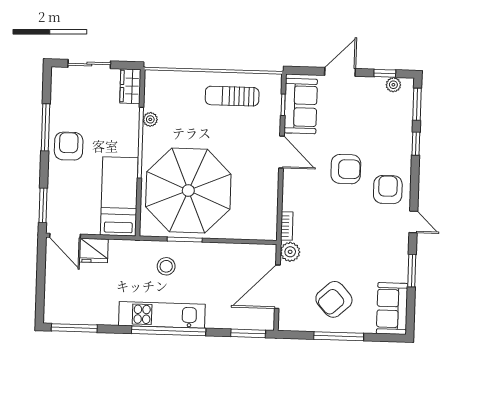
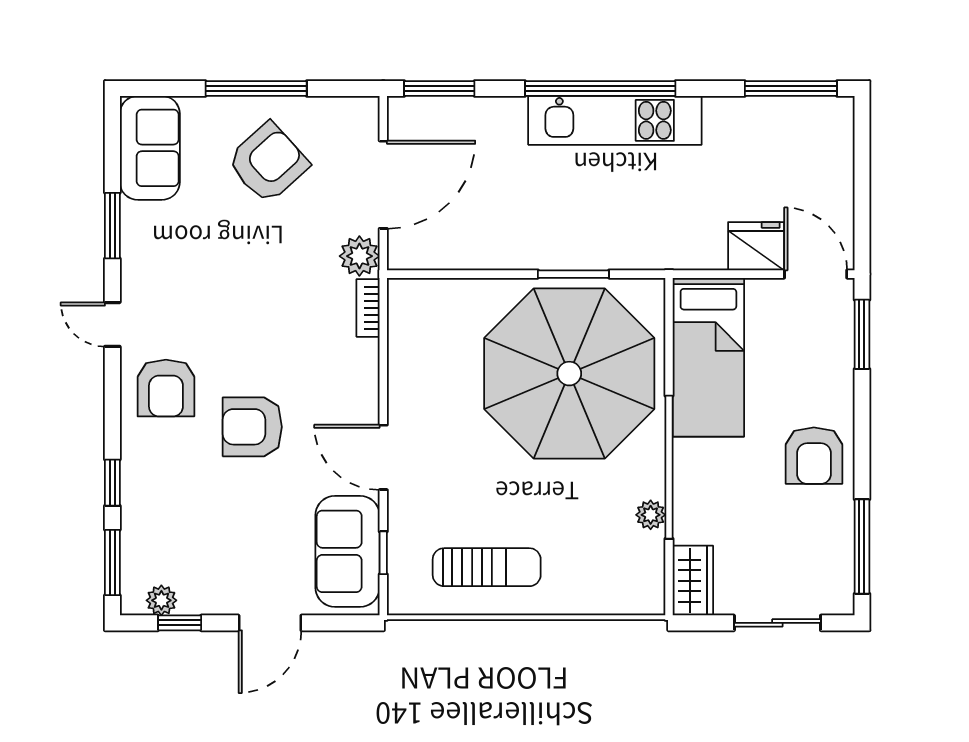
window: (45, 127) -> (862, 546), moved
stool: (166, 266) -> (609, 219), removed

